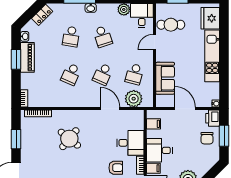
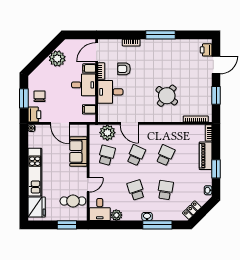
piano: (27, 57) -> (206, 156), moved

